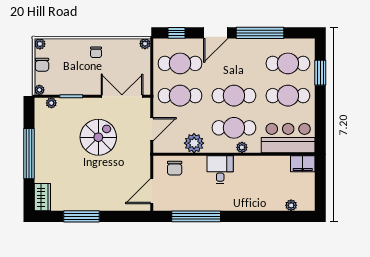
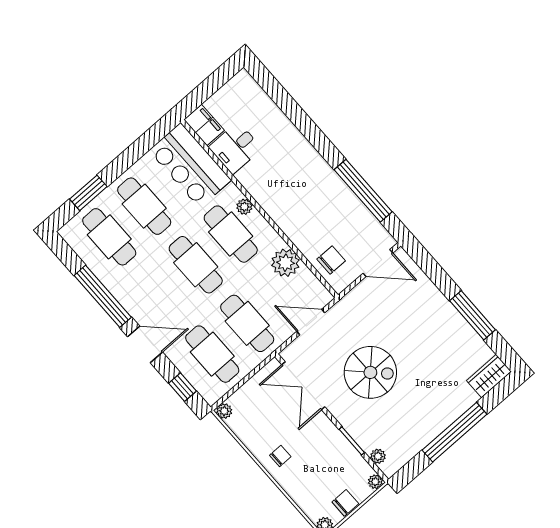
spiral stairs: (98, 137) -> (370, 372), turned 180
desk: (220, 170) -> (235, 148), moved
plant: (291, 205) -> (260, 98), removed

